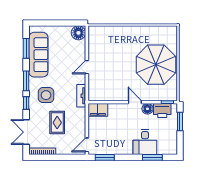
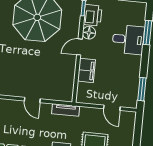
filing cabinet: (98, 110) -> (86, 70), moved
door: (87, 145) -> (112, 108), moved

